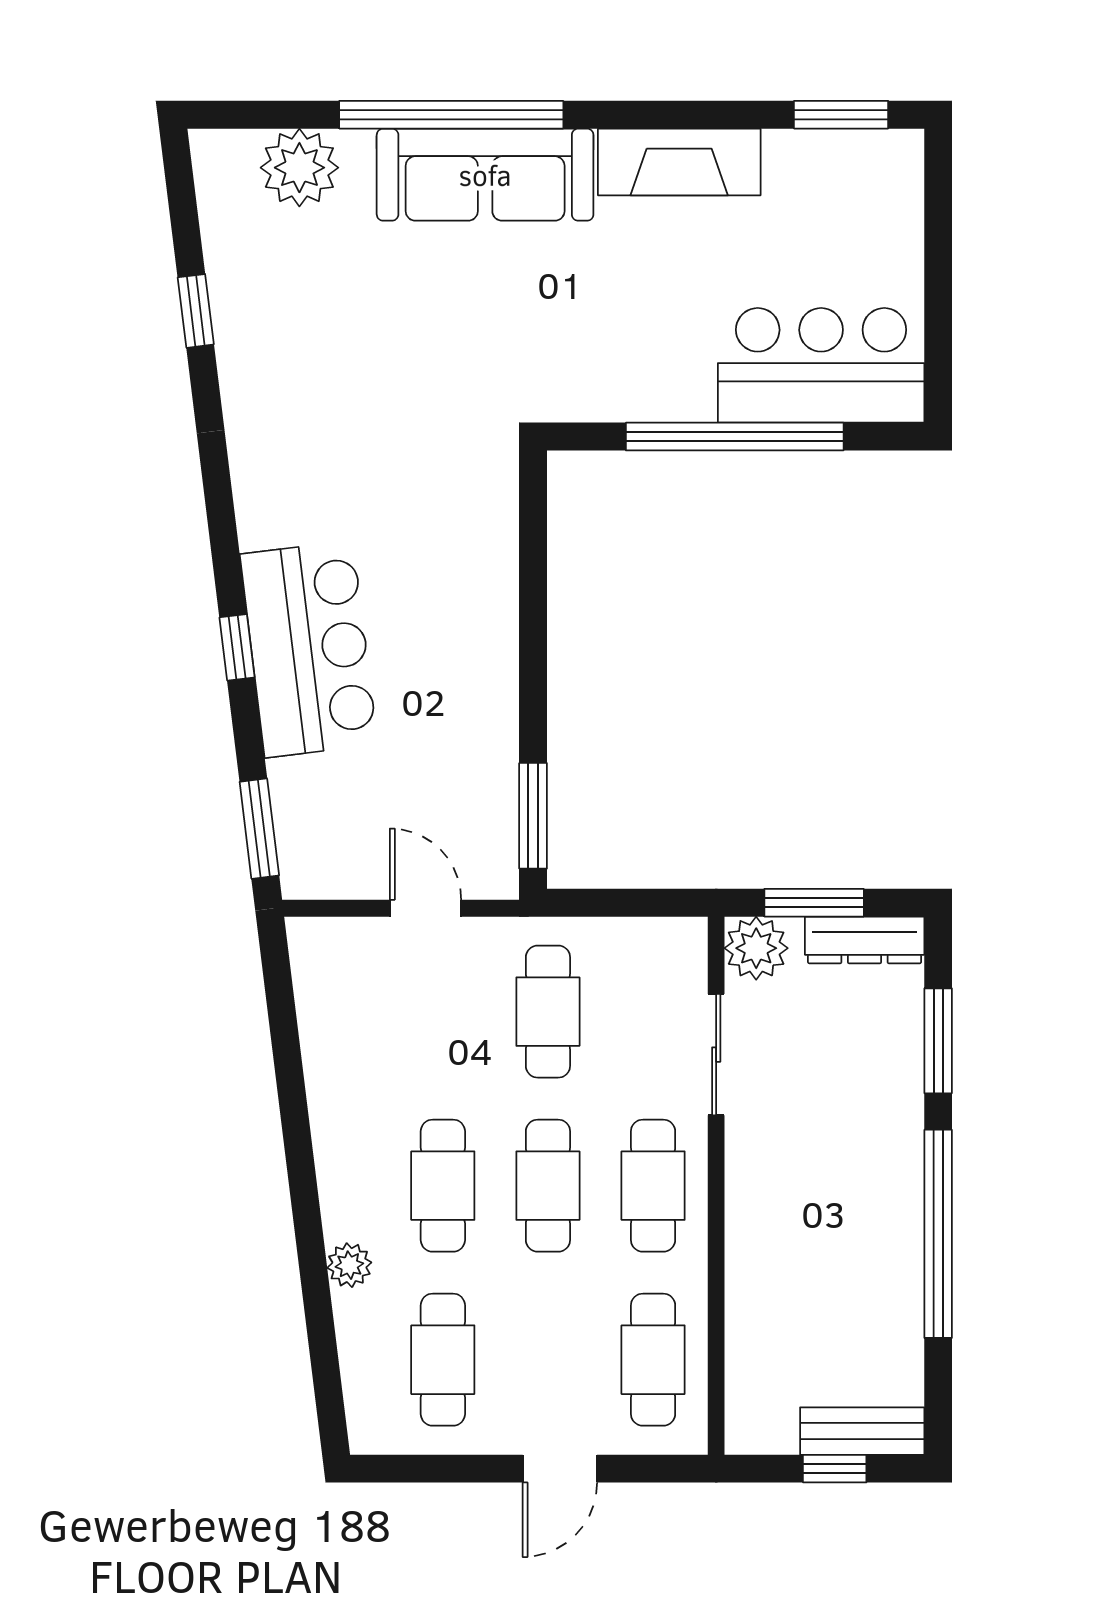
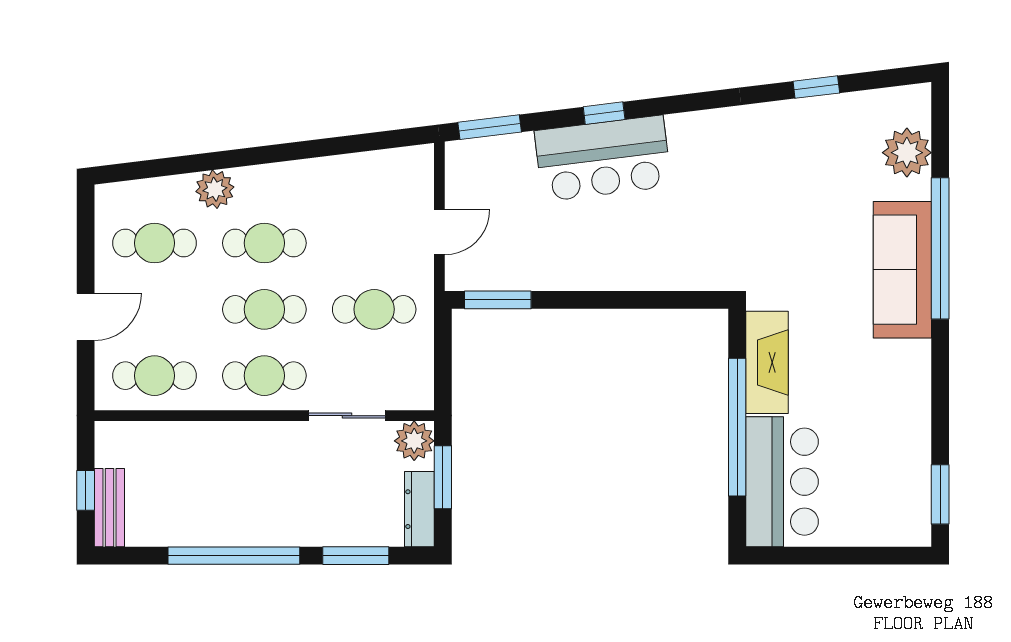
fireplace: (679, 162) -> (767, 362), moved, turned 180
plant: (349, 1265) -> (215, 189), width x1.38, depth x1.38
door: (560, 1469) -> (86, 317), swing flipped

